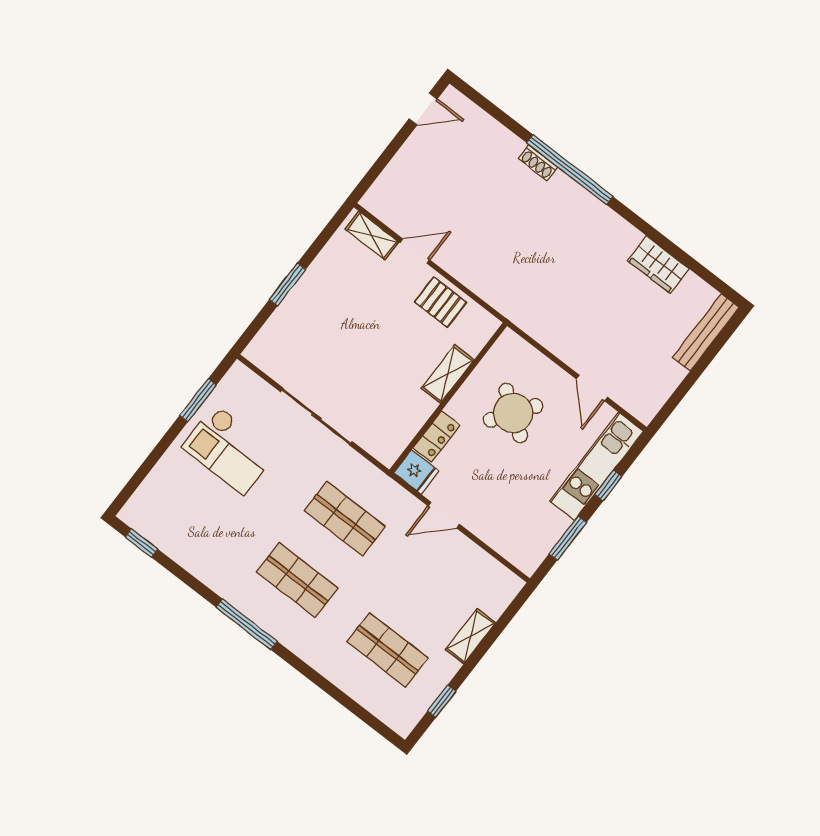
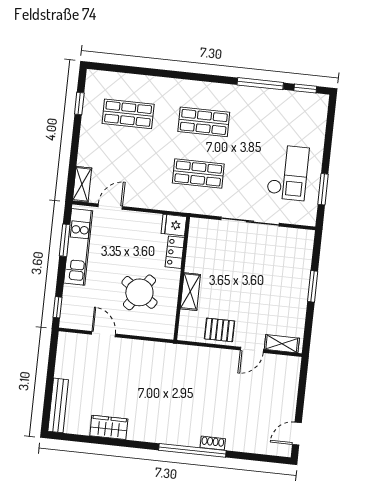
checkout: (230, 449) -> (288, 172), turned 90
kitchen unit: (597, 466) -> (78, 247), moved
window: (609, 485) -> (58, 307), moved
door: (444, 515) -> (110, 207), moved
window: (247, 624) -> (260, 84), moved
shelving: (470, 636) -> (82, 184), moved

